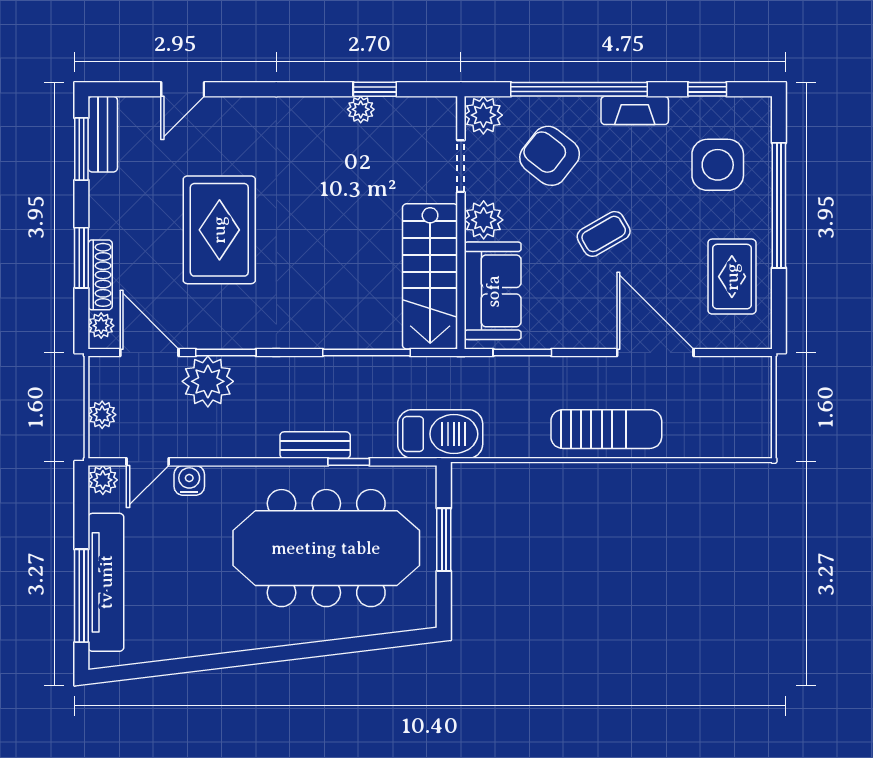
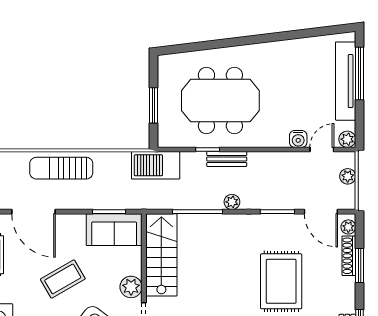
coffee table: (604, 234) -> (63, 279), width x1.36, depth x1.30
sofa: (493, 291) -> (114, 230), moved, turned -90
plant: (208, 381) -> (232, 202), moved, width x0.53, depth x0.53
meeting table: (326, 548) -> (220, 101), width x0.73

